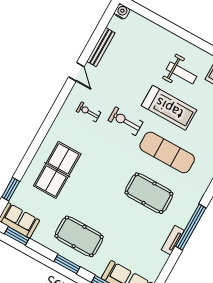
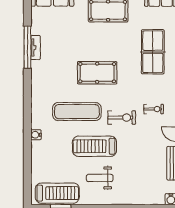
pool table: (149, 193) -> (97, 73), moved
window: (191, 227) -> (27, 47), moved

